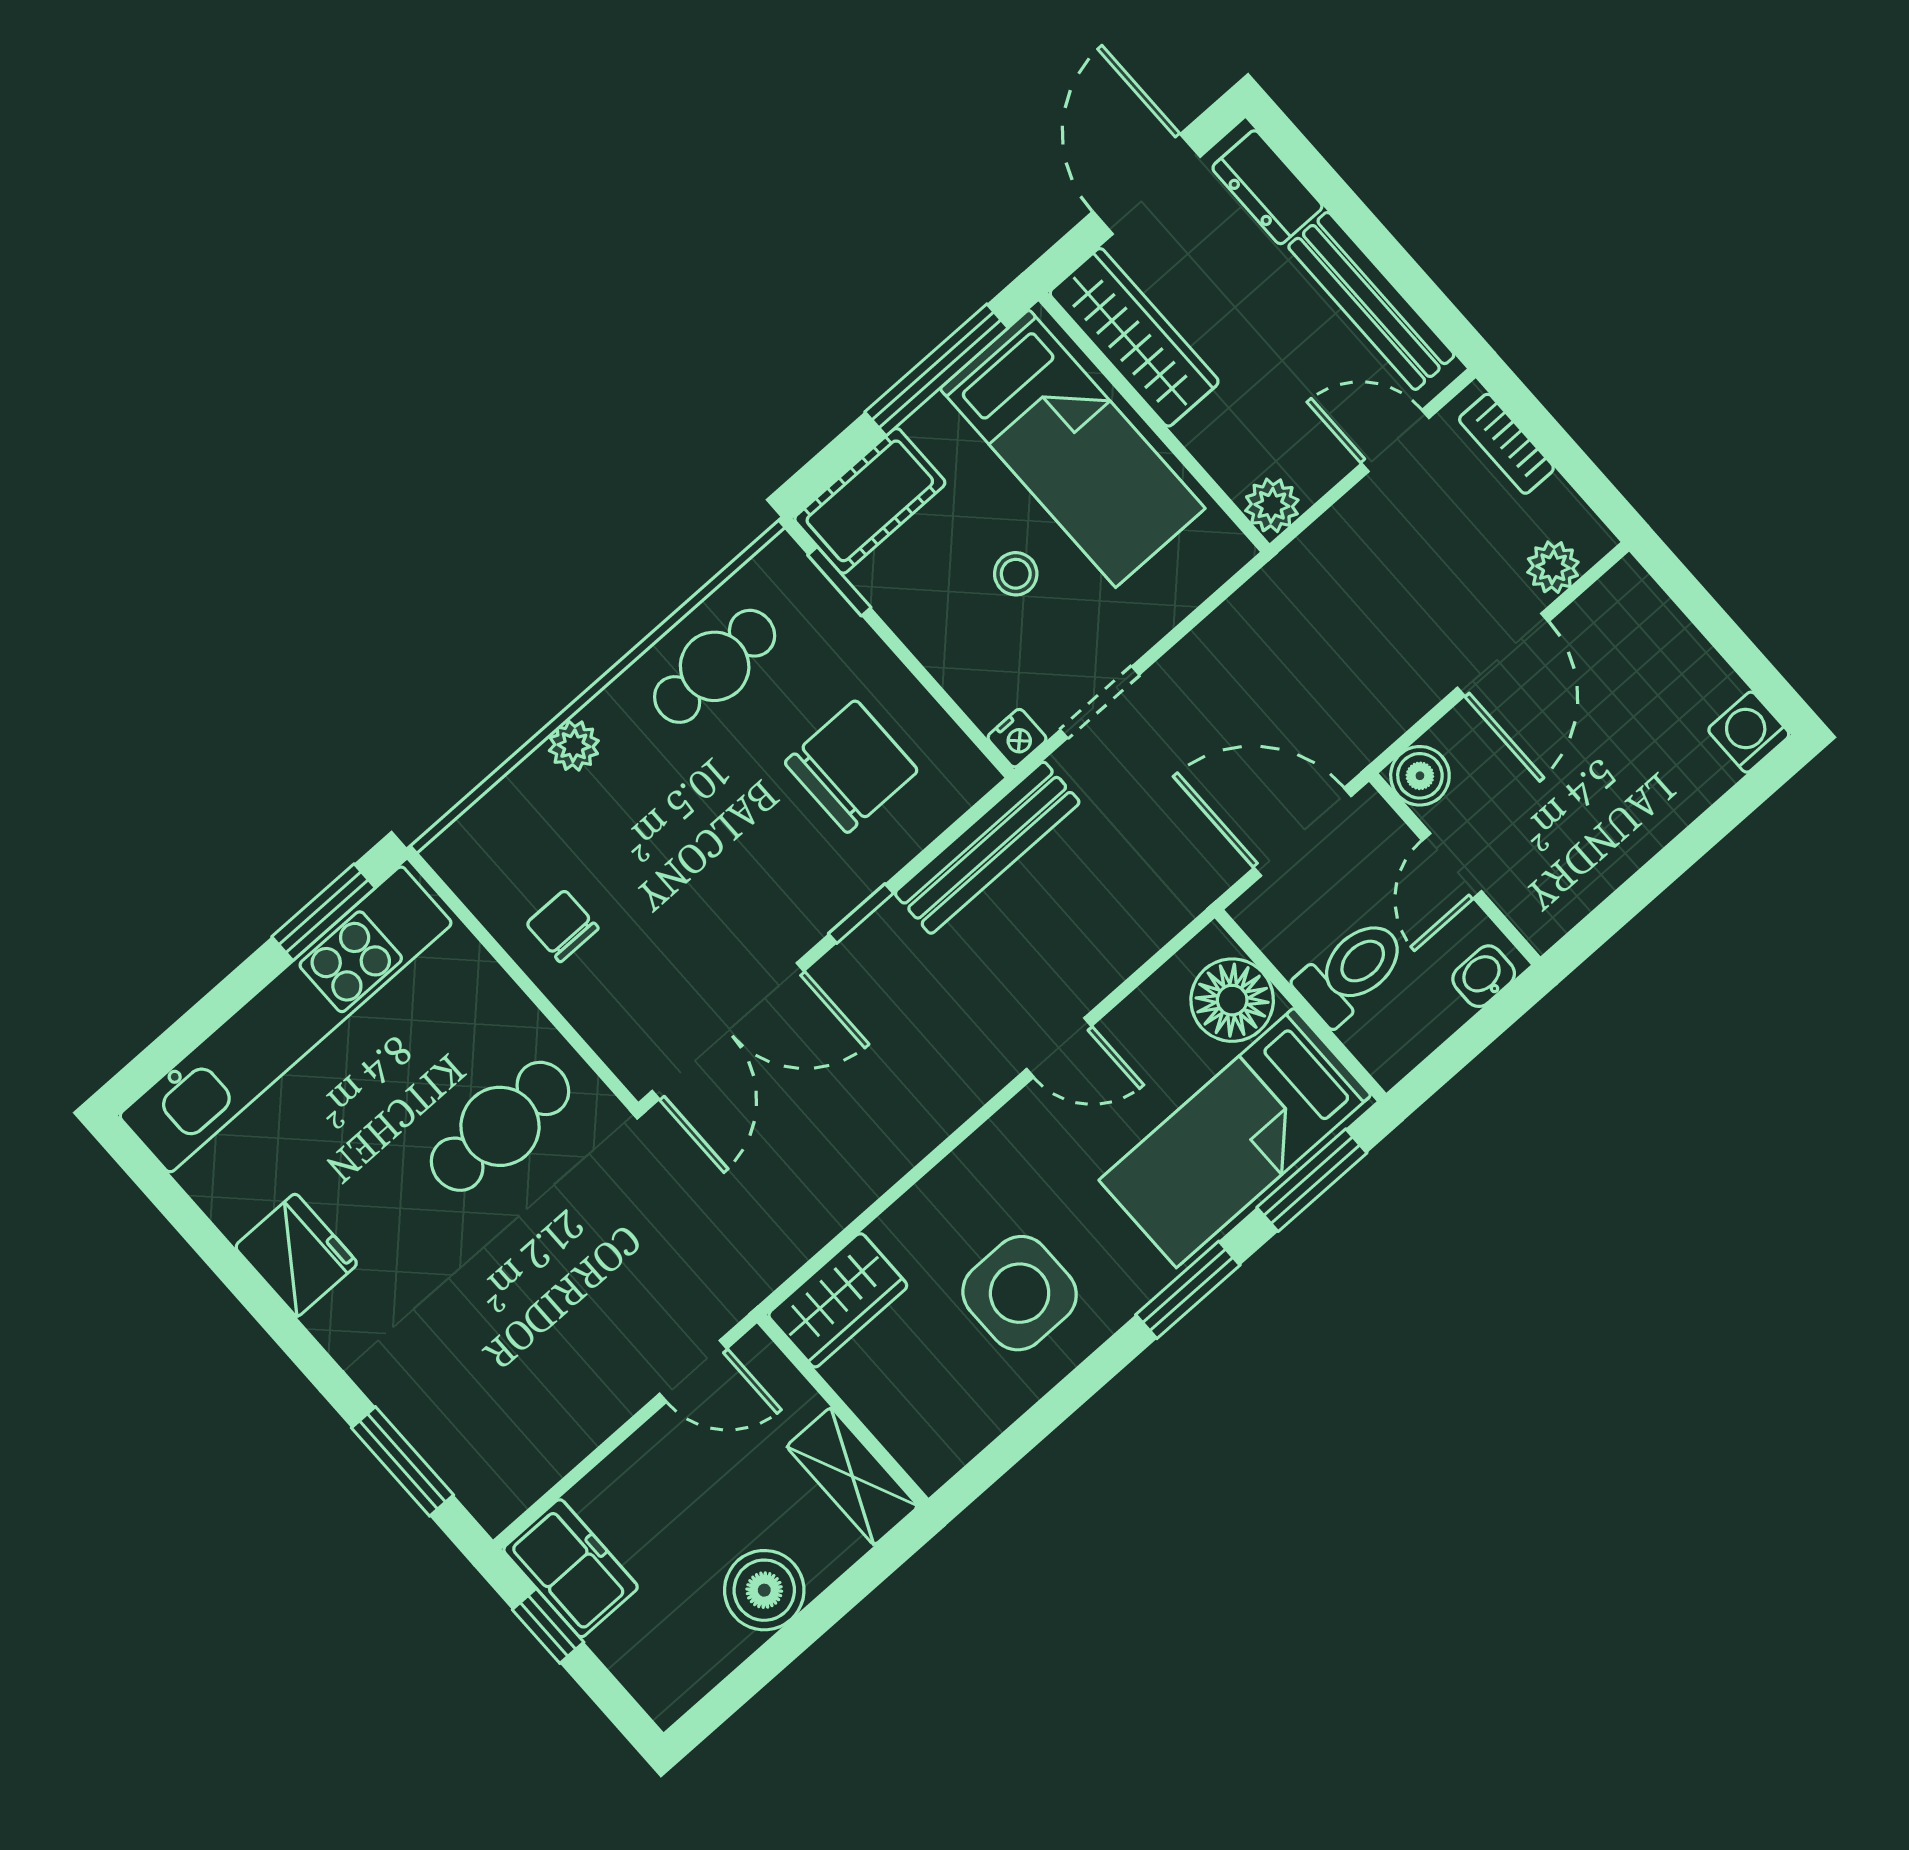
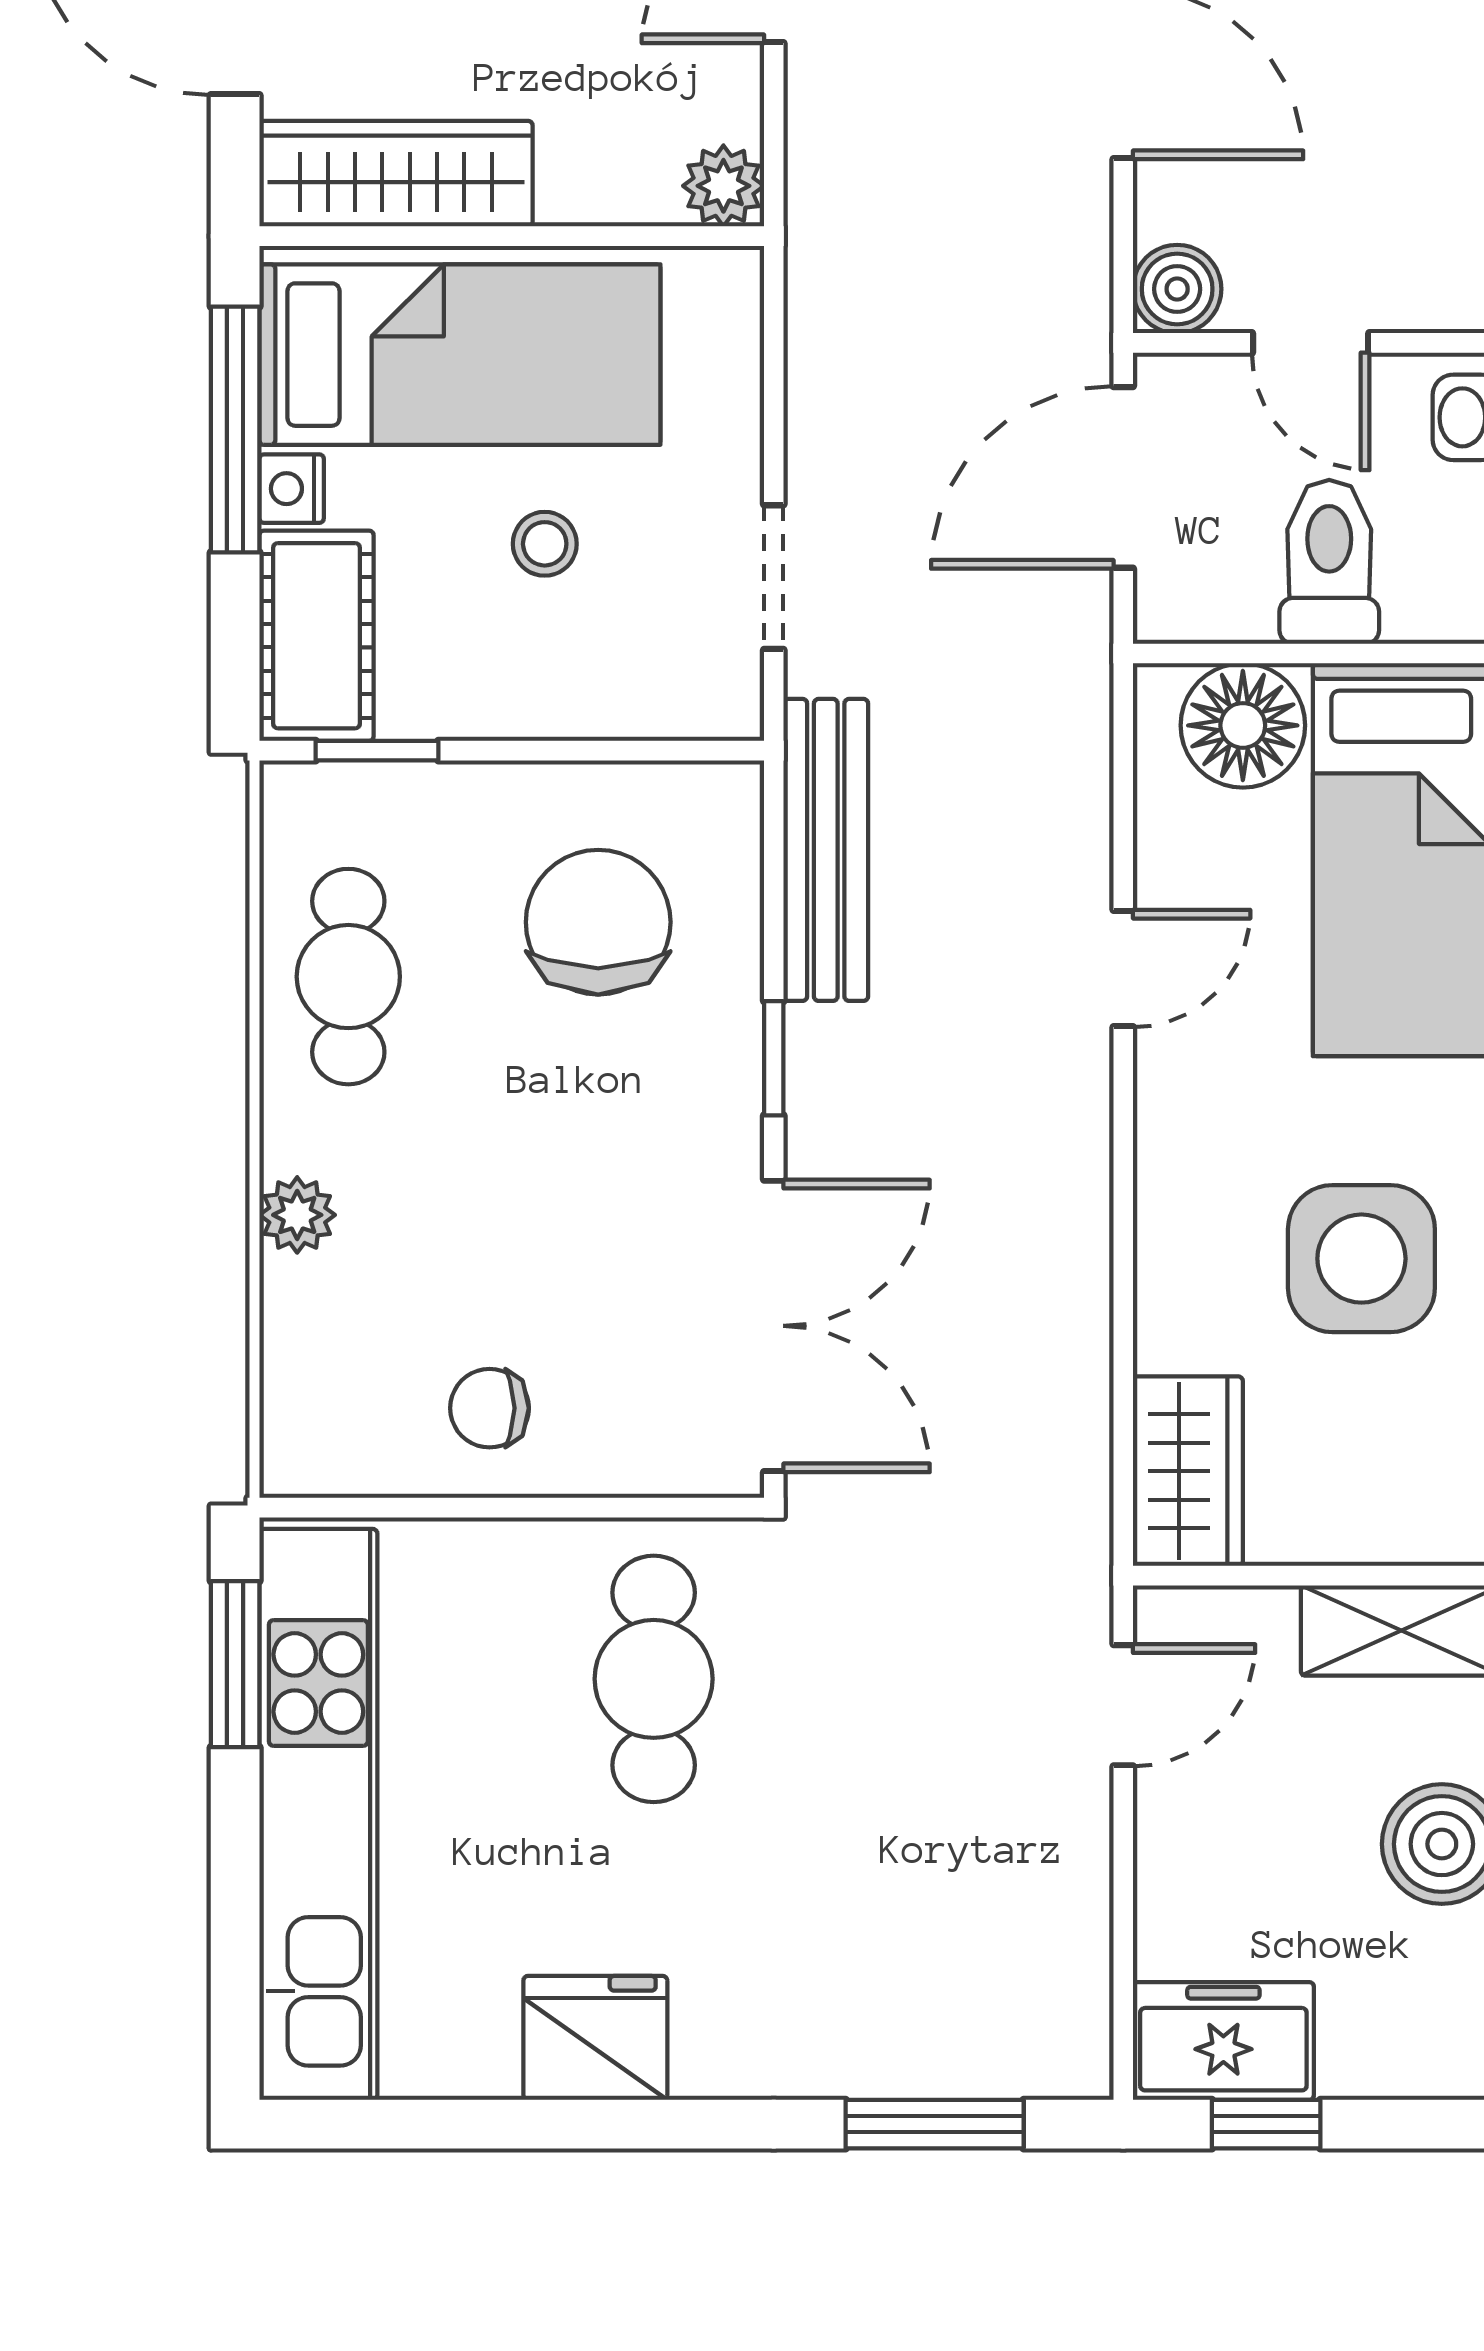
nightstand: (1017, 738) -> (292, 489), moved, turned 180

